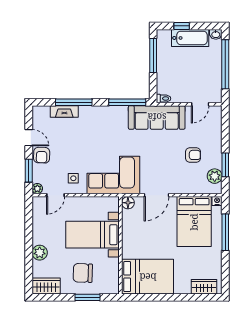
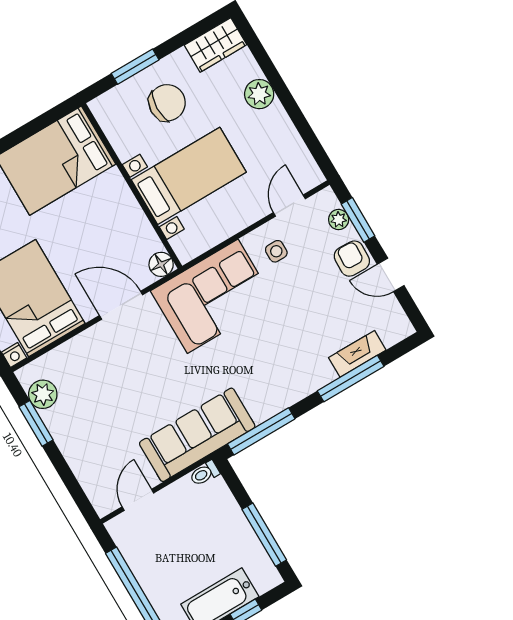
armchair: (193, 155) -> (100, 408), removed
plant: (37, 189) -> (339, 220), moved
door: (156, 195) -> (121, 305), hinge flipped

